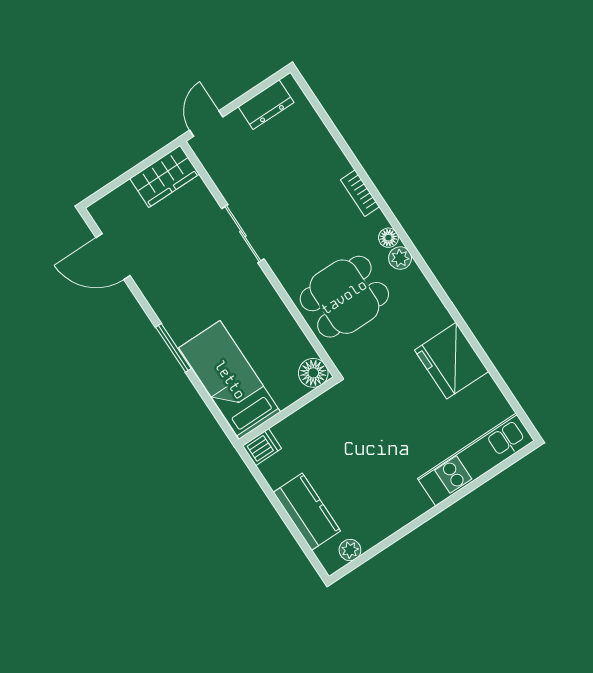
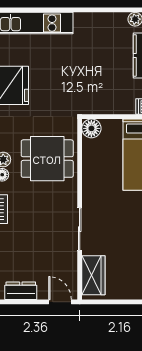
door: (206, 124) -> (60, 302), swing flipped
wardrobe: (164, 176) -> (93, 275), moved, turned 90

